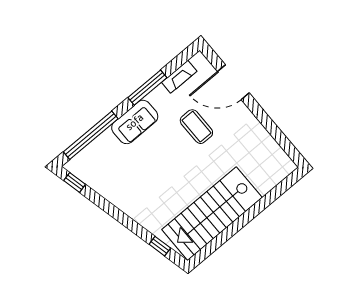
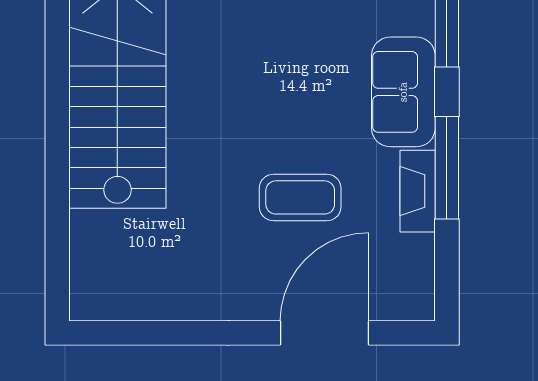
fireplace: (179, 77) -> (418, 191), moved

